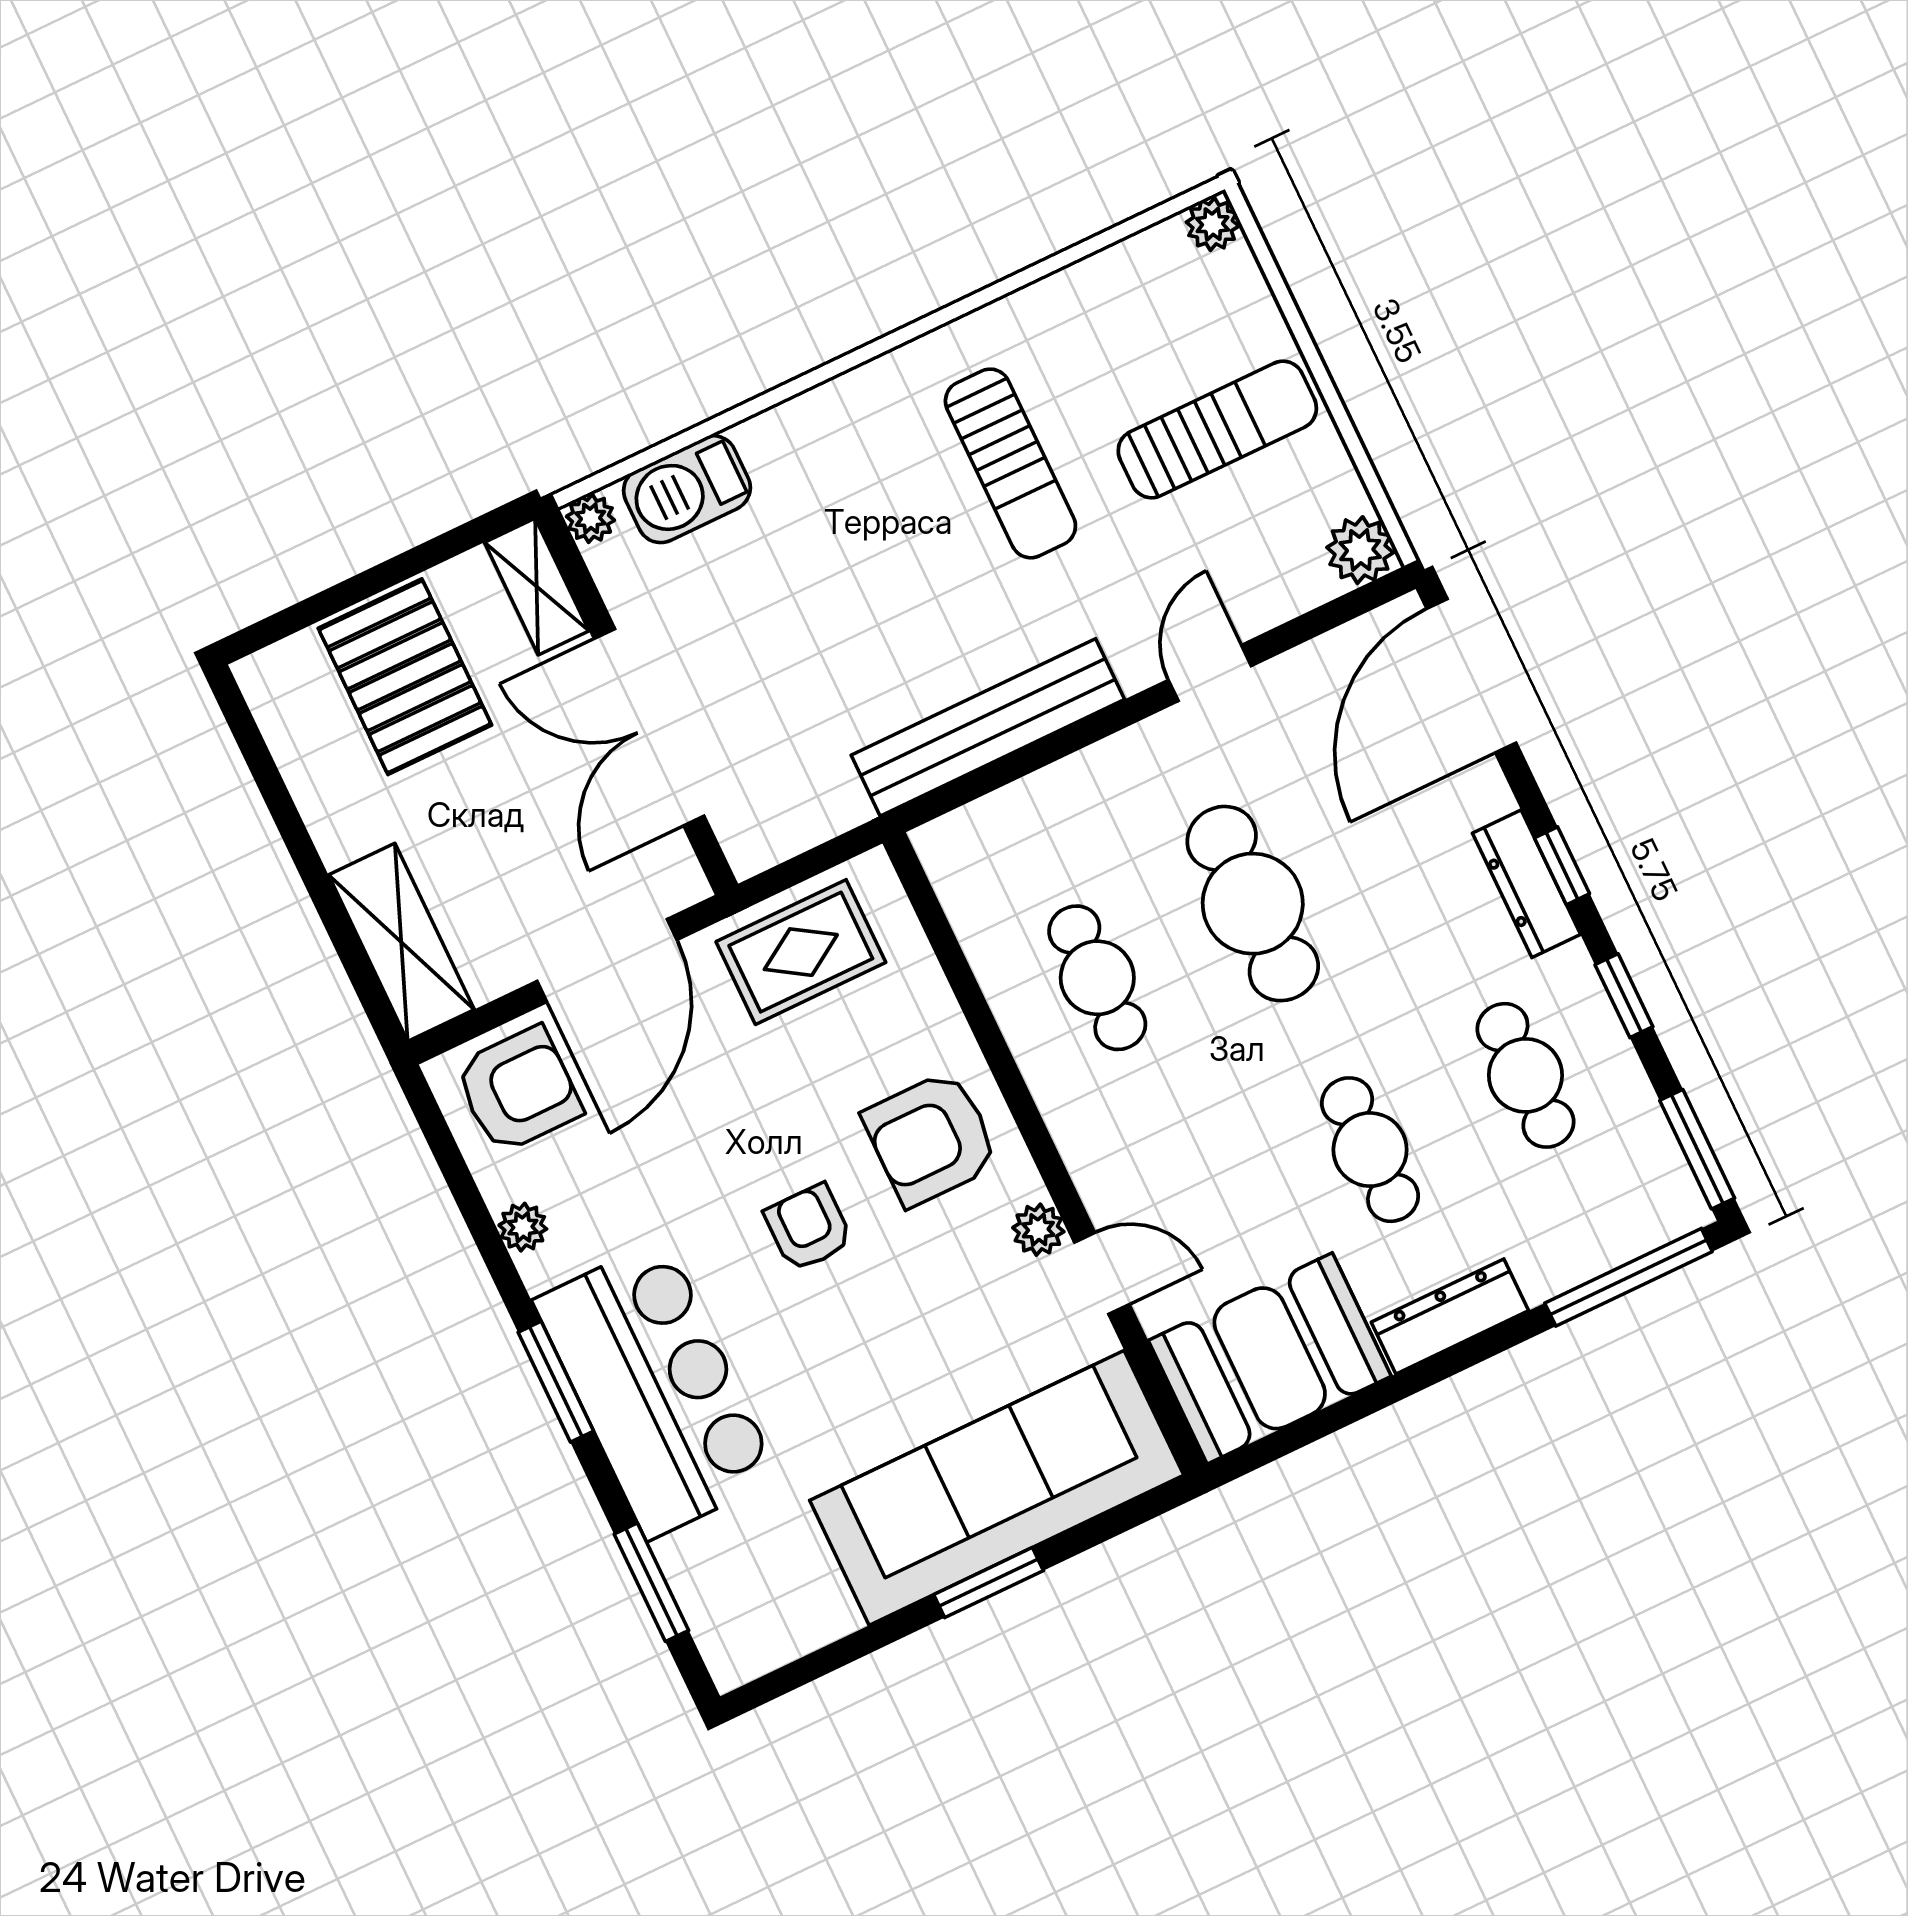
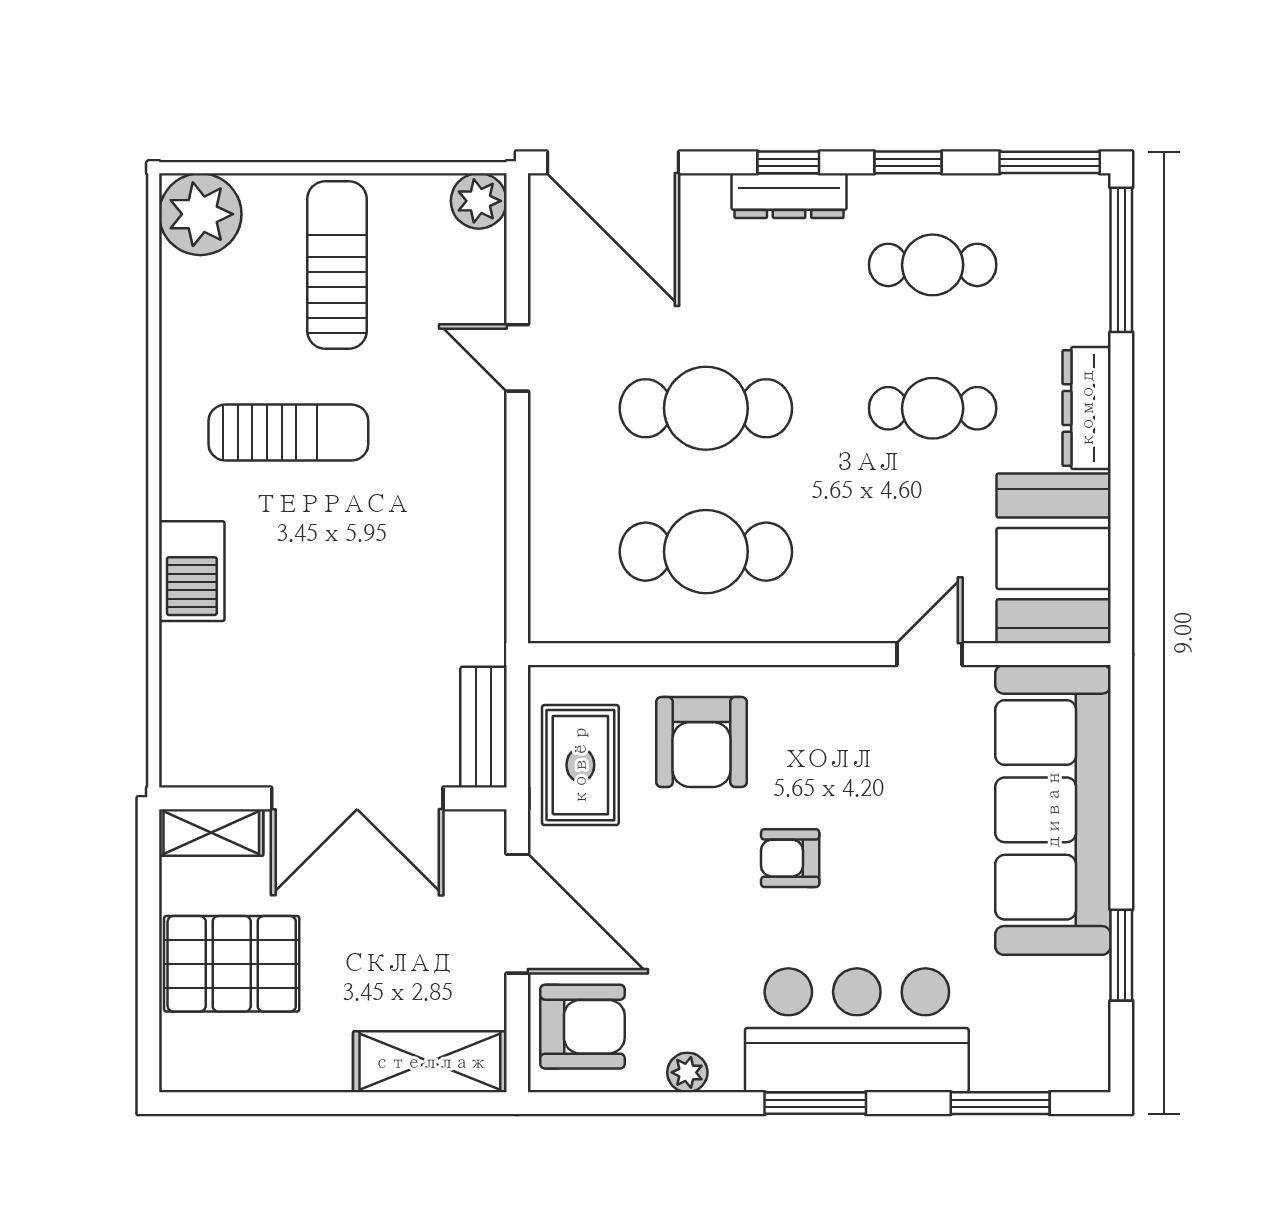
plant: (1213, 224) -> (200, 214), width x1.87, depth x1.87
barbecue: (687, 489) -> (192, 571), moved
plant: (590, 518) -> (179, 768), removed
bench: (988, 727) -> (483, 727), moved, width x0.54, depth x0.82
cafe table: (1097, 978) -> (706, 552), width x1.37, depth x1.35
armchair: (518, 1090) -> (583, 1027), turned 90
armchair: (931, 1138) -> (701, 742), moved
plant: (1038, 1230) -> (874, 686), removed
window: (989, 1583) -> (1121, 955), moved

